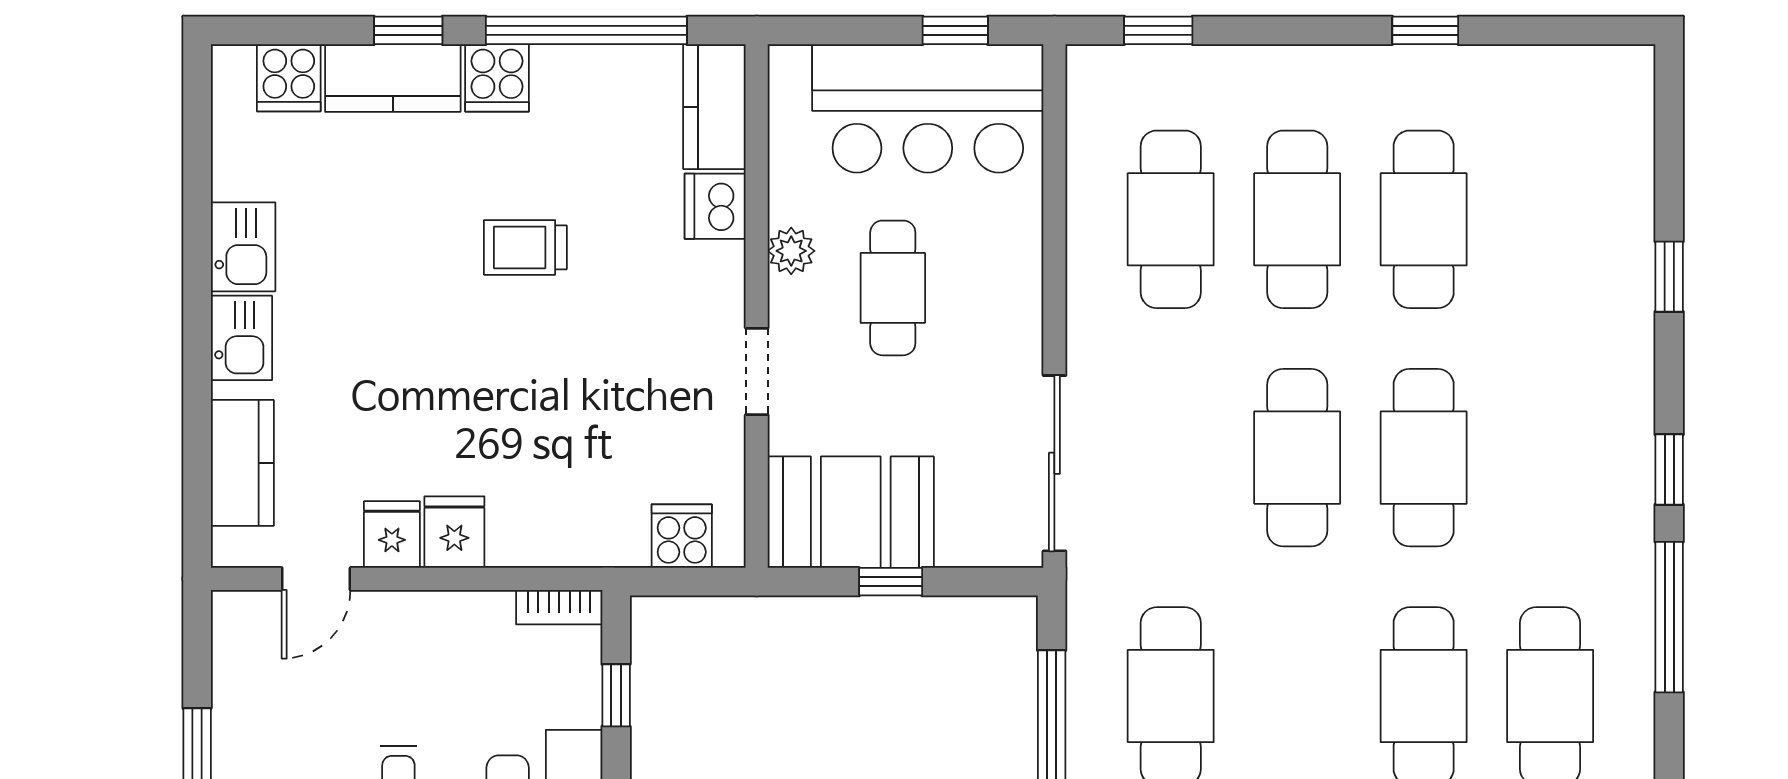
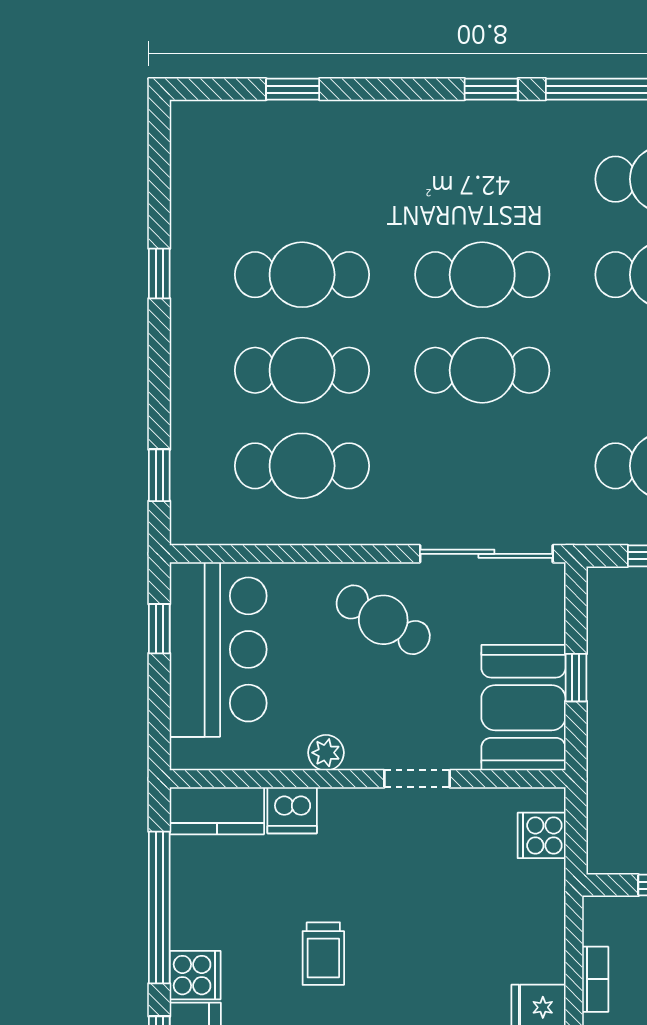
window: (1669, 277) -> (293, 89), moved
cafe table: (893, 288) -> (383, 620), moved, turned 30
bookcase: (559, 607) -> (595, 979), moved

